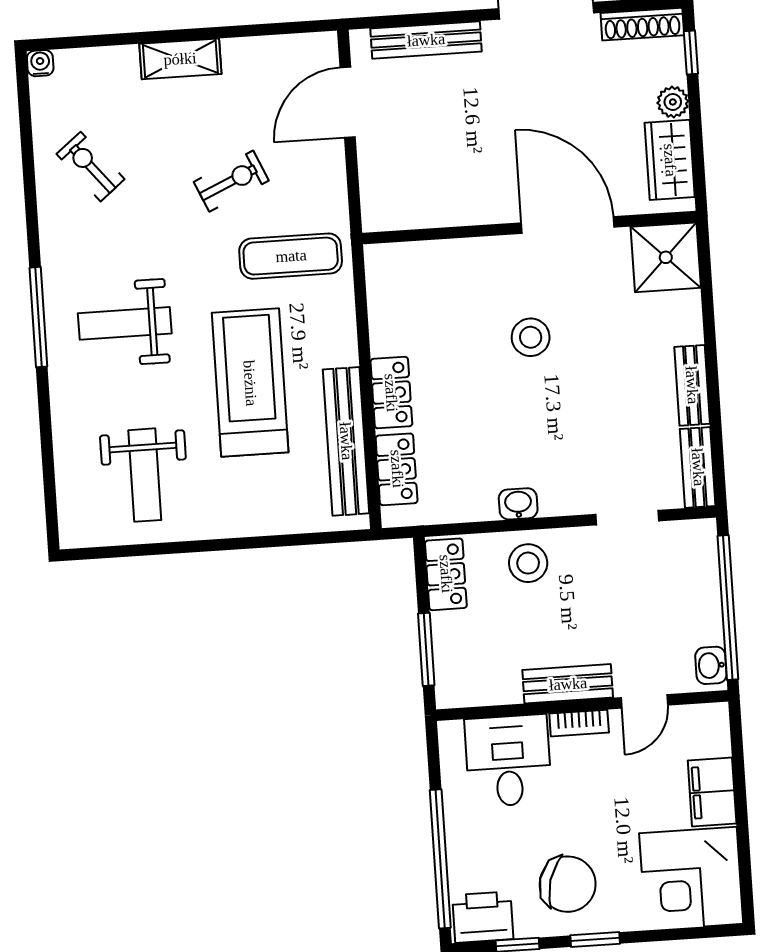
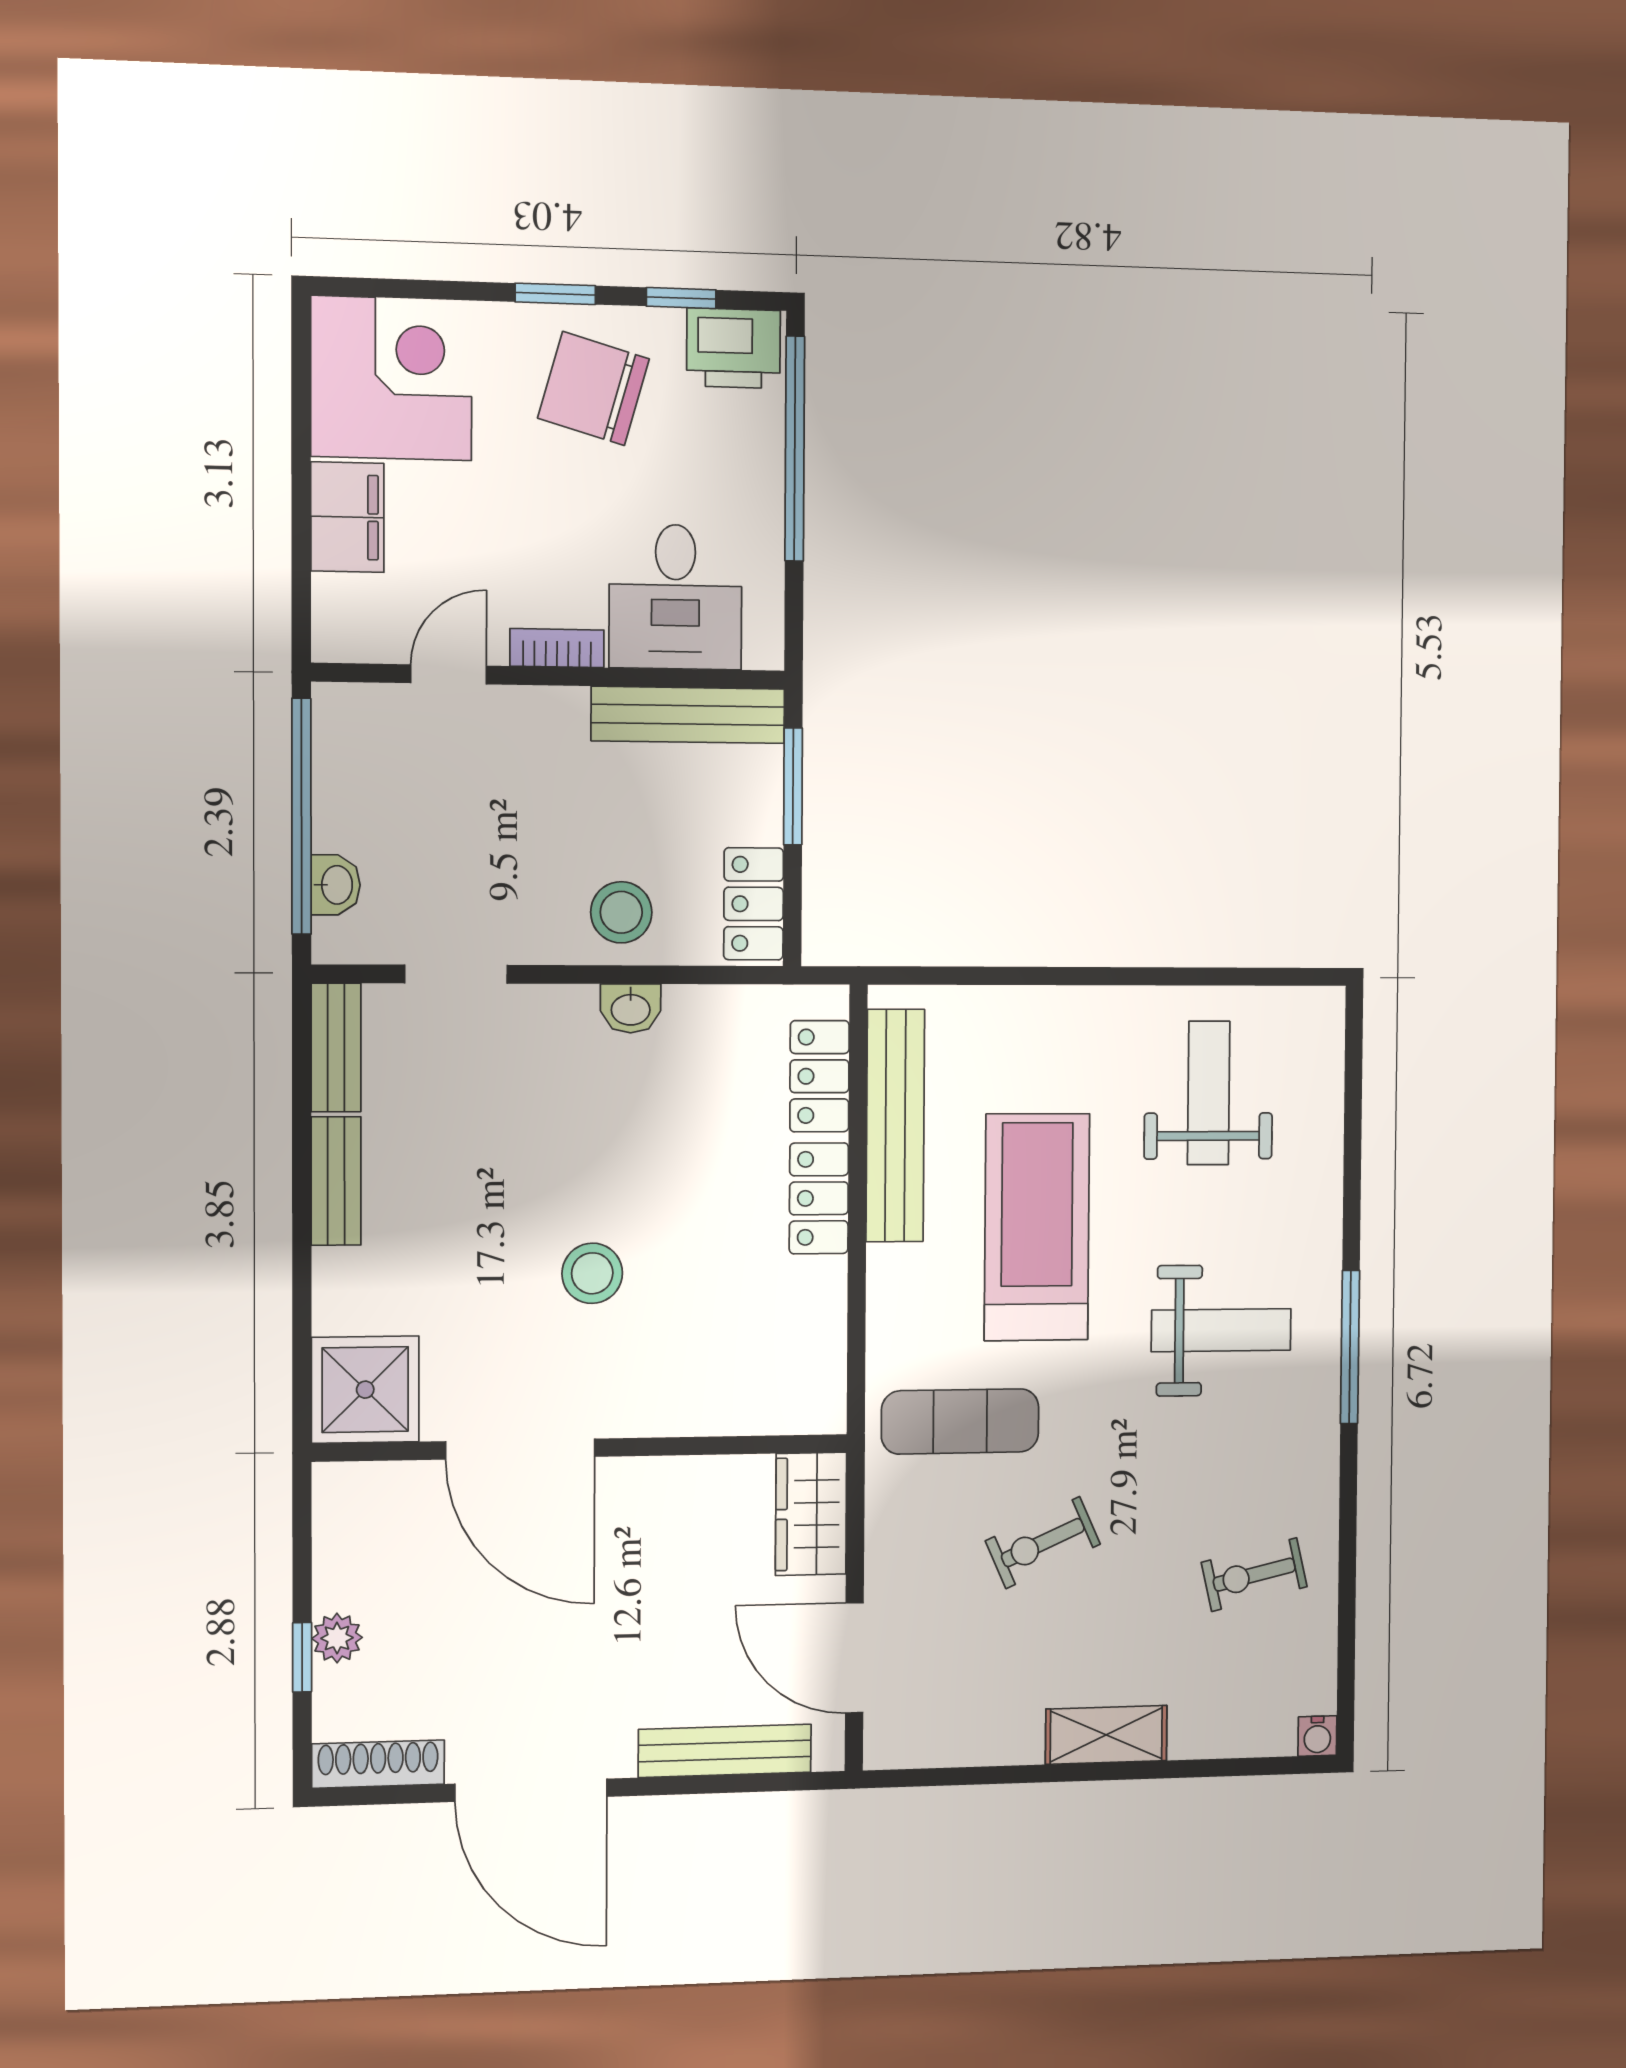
window: (691, 53) -> (302, 1657), moved
door: (348, 102) -> (854, 1658), swing flipped
wardrobe: (670, 160) -> (811, 1514), moved, turned 180
exercise bike: (91, 167) -> (1254, 1575), turned 116
treadmill: (250, 383) -> (1037, 1227), turned 180
washbasin: (711, 665) -> (336, 885), moved
bench: (568, 684) -> (688, 715), moved, width x1.36

